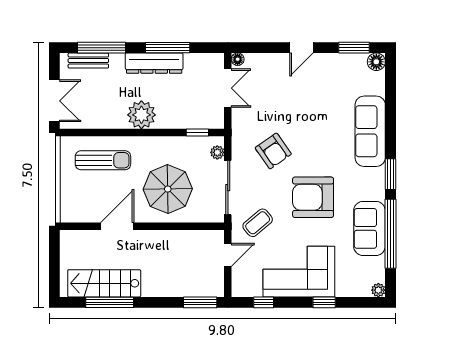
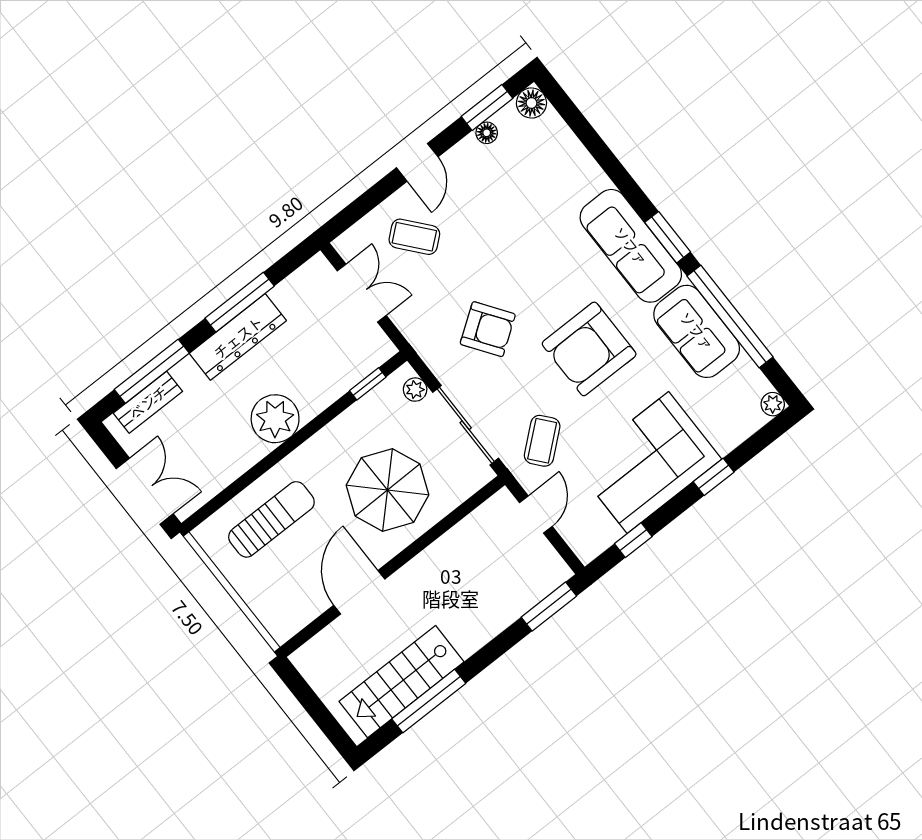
floor lamp: (238, 59) -> (487, 133), moved
coffee table: (273, 81) -> (414, 237), added
sofa: (370, 131) -> (631, 246), moved

